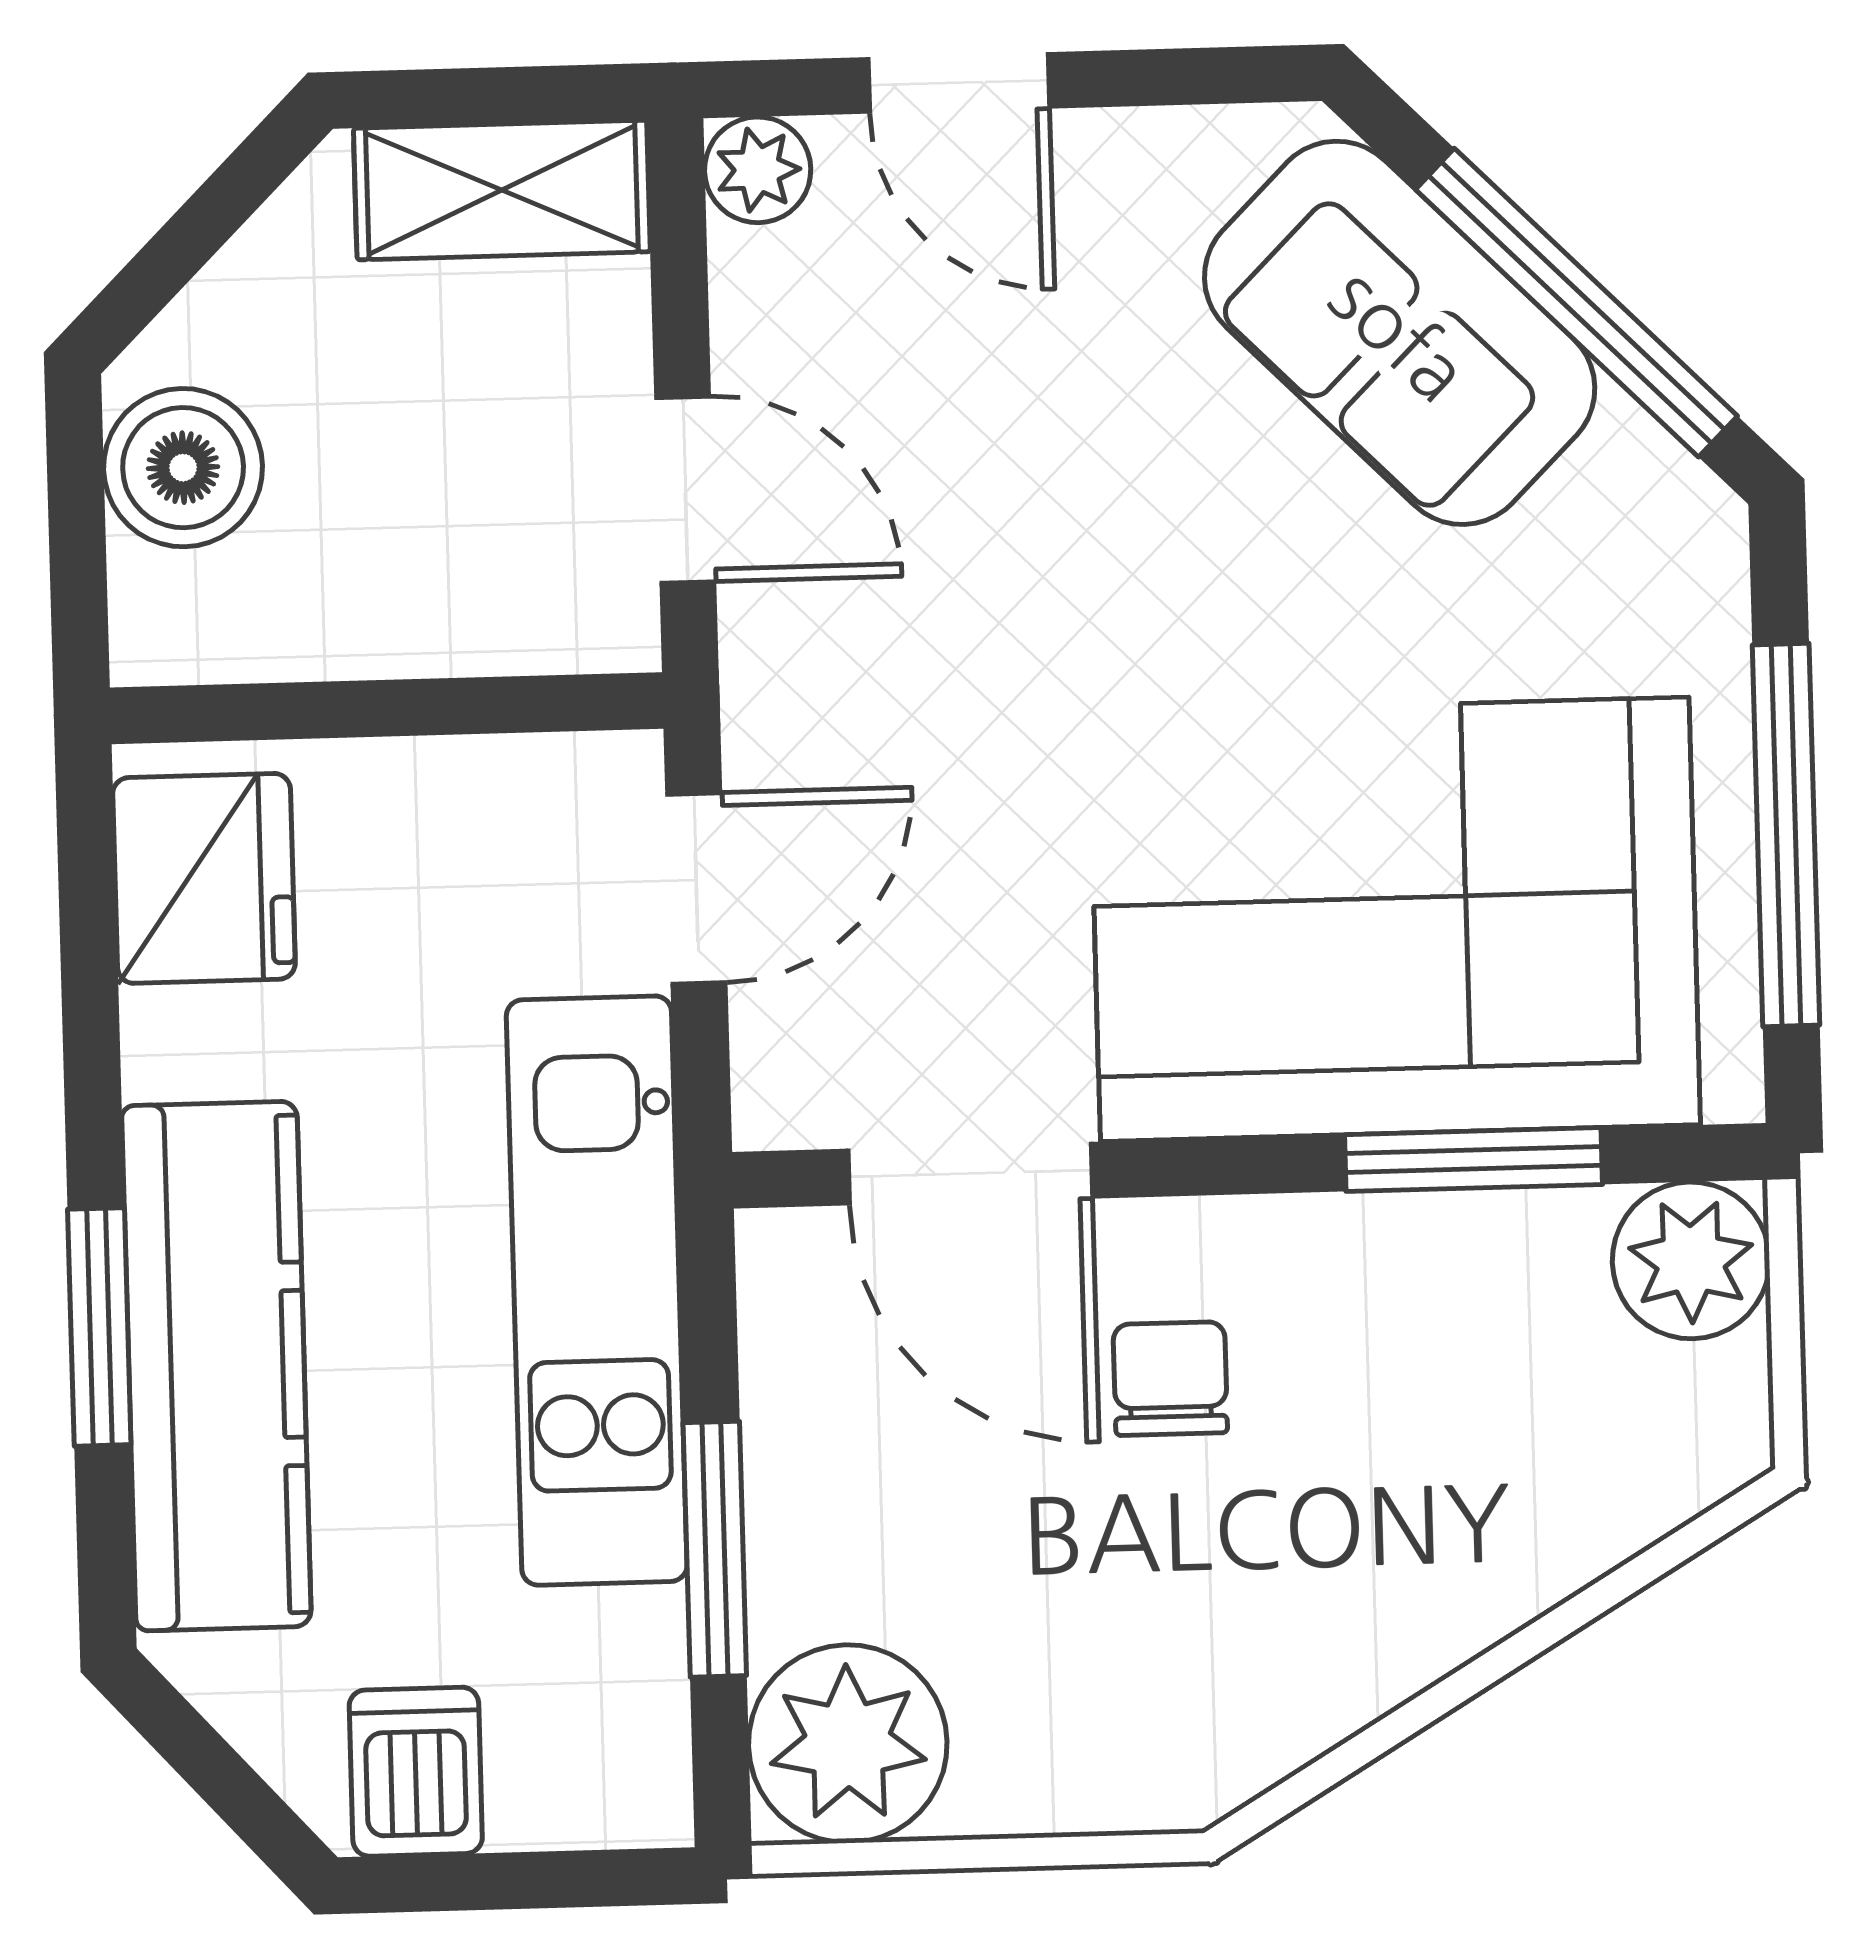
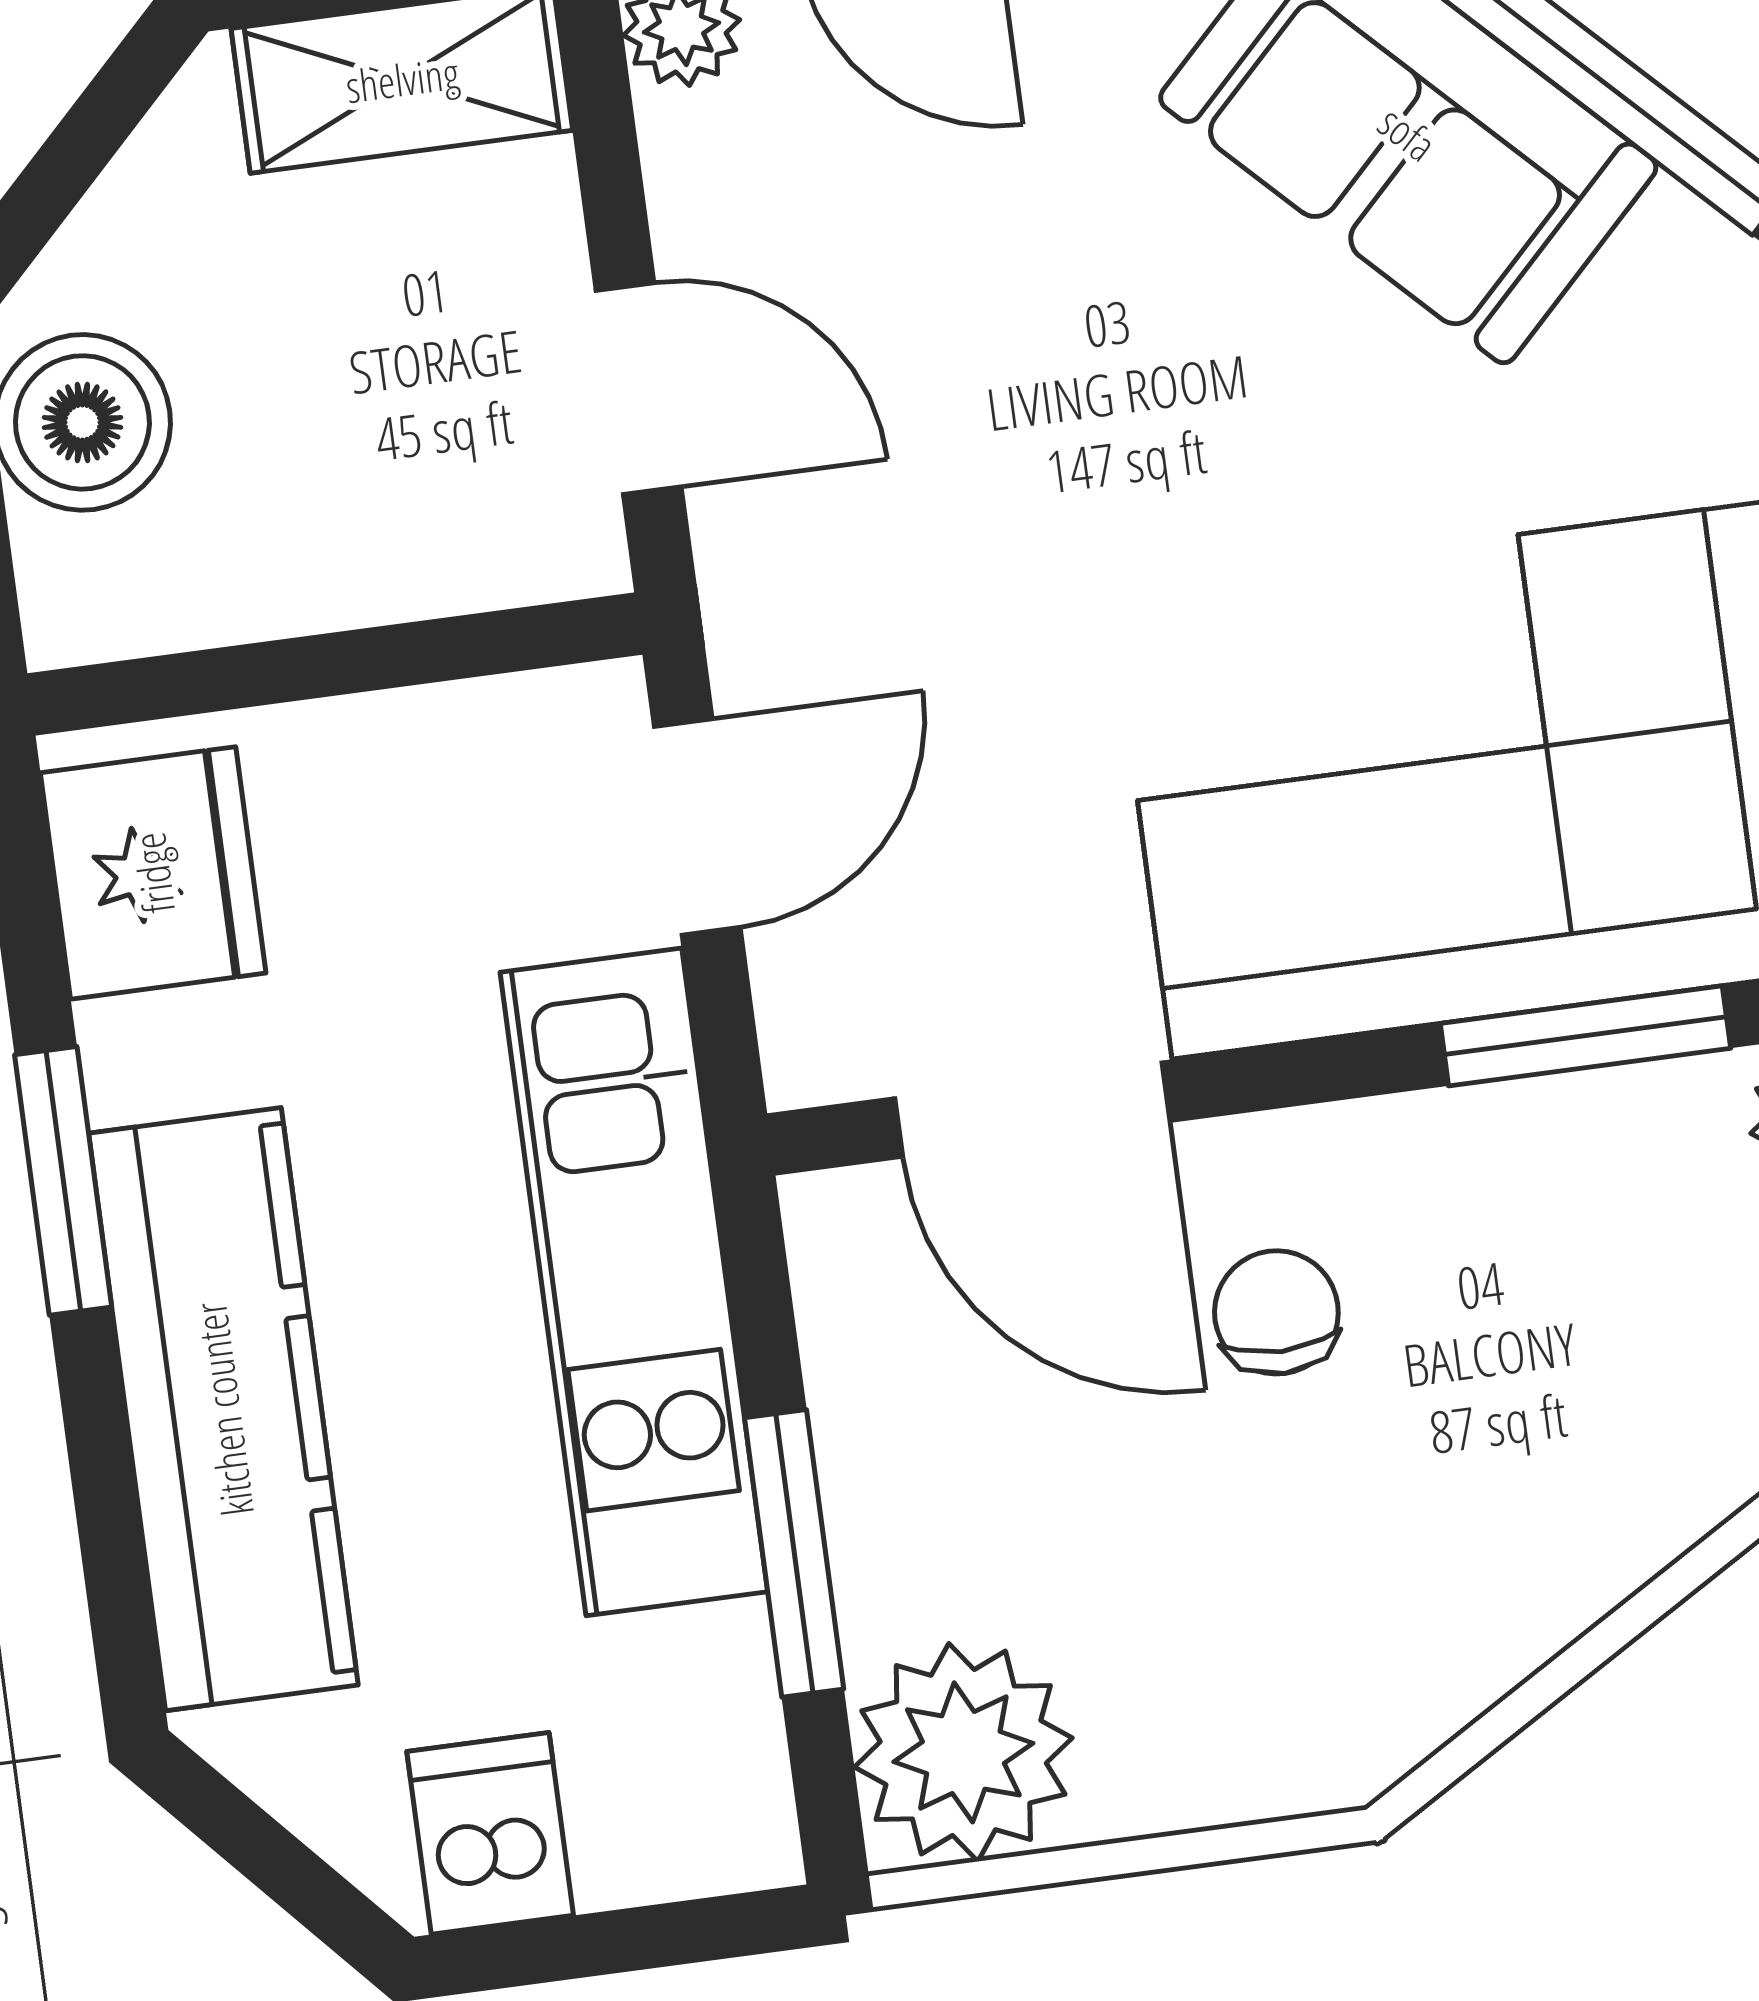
window: (99, 1327) -> (63, 1181), moved

